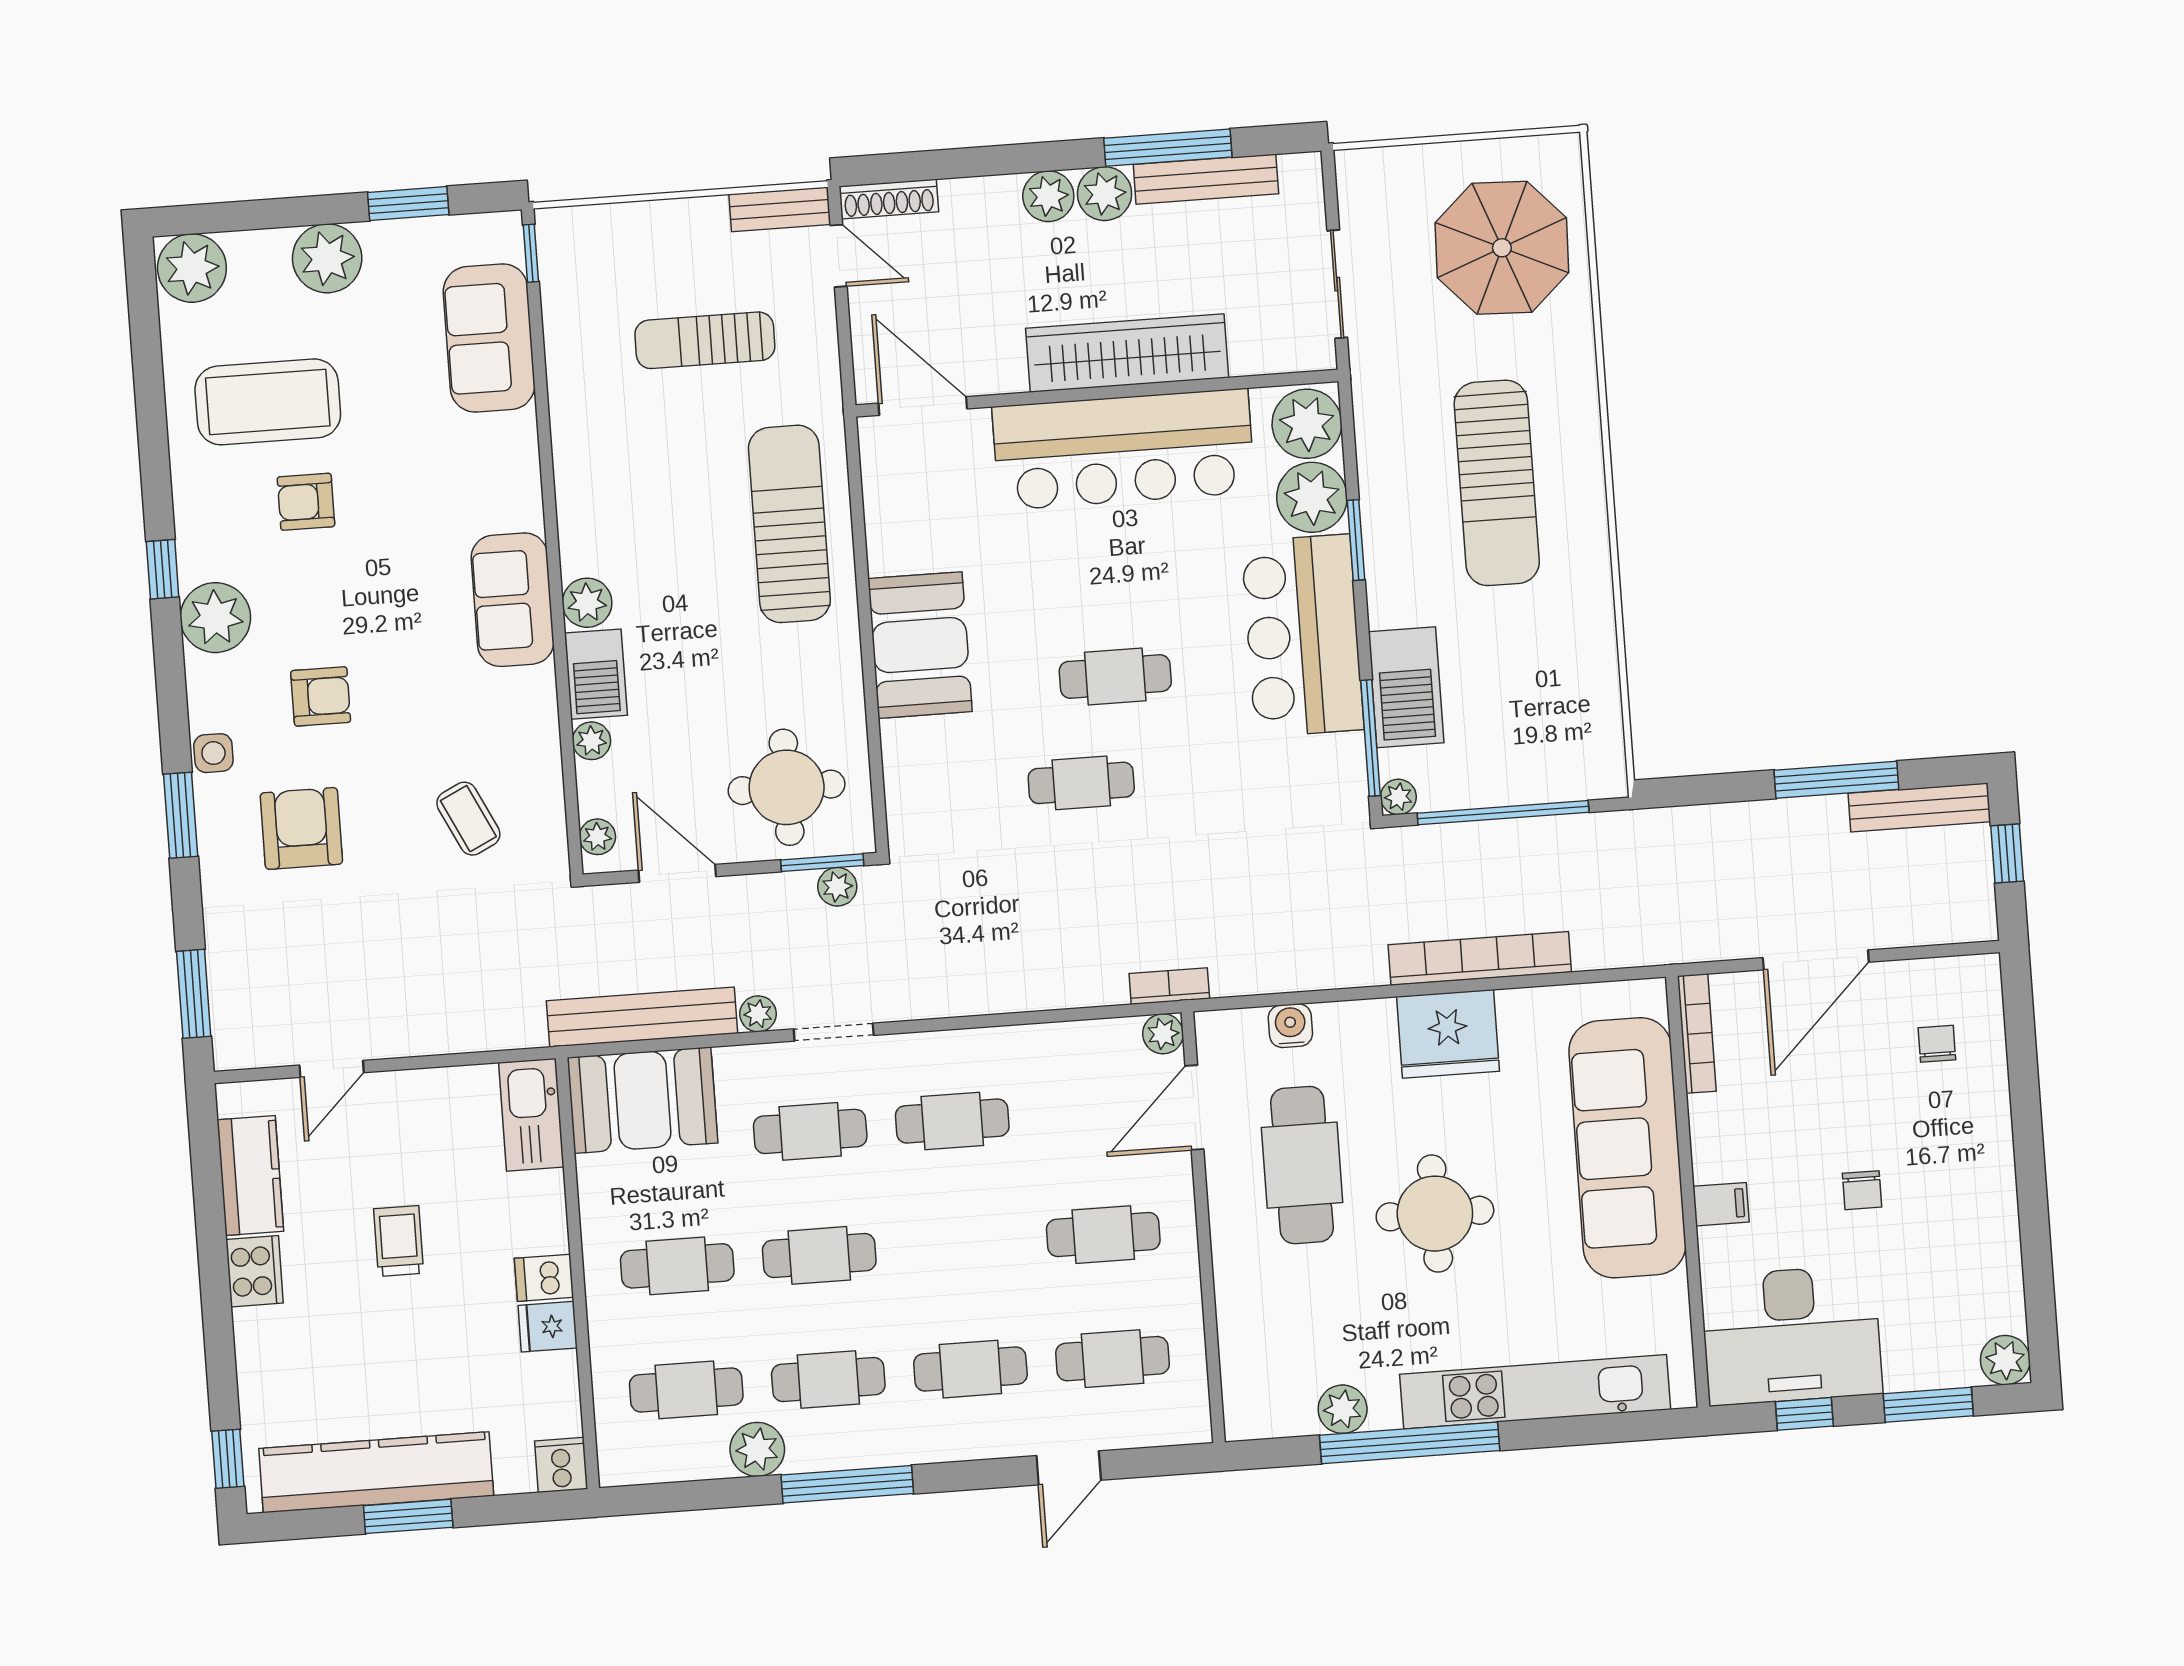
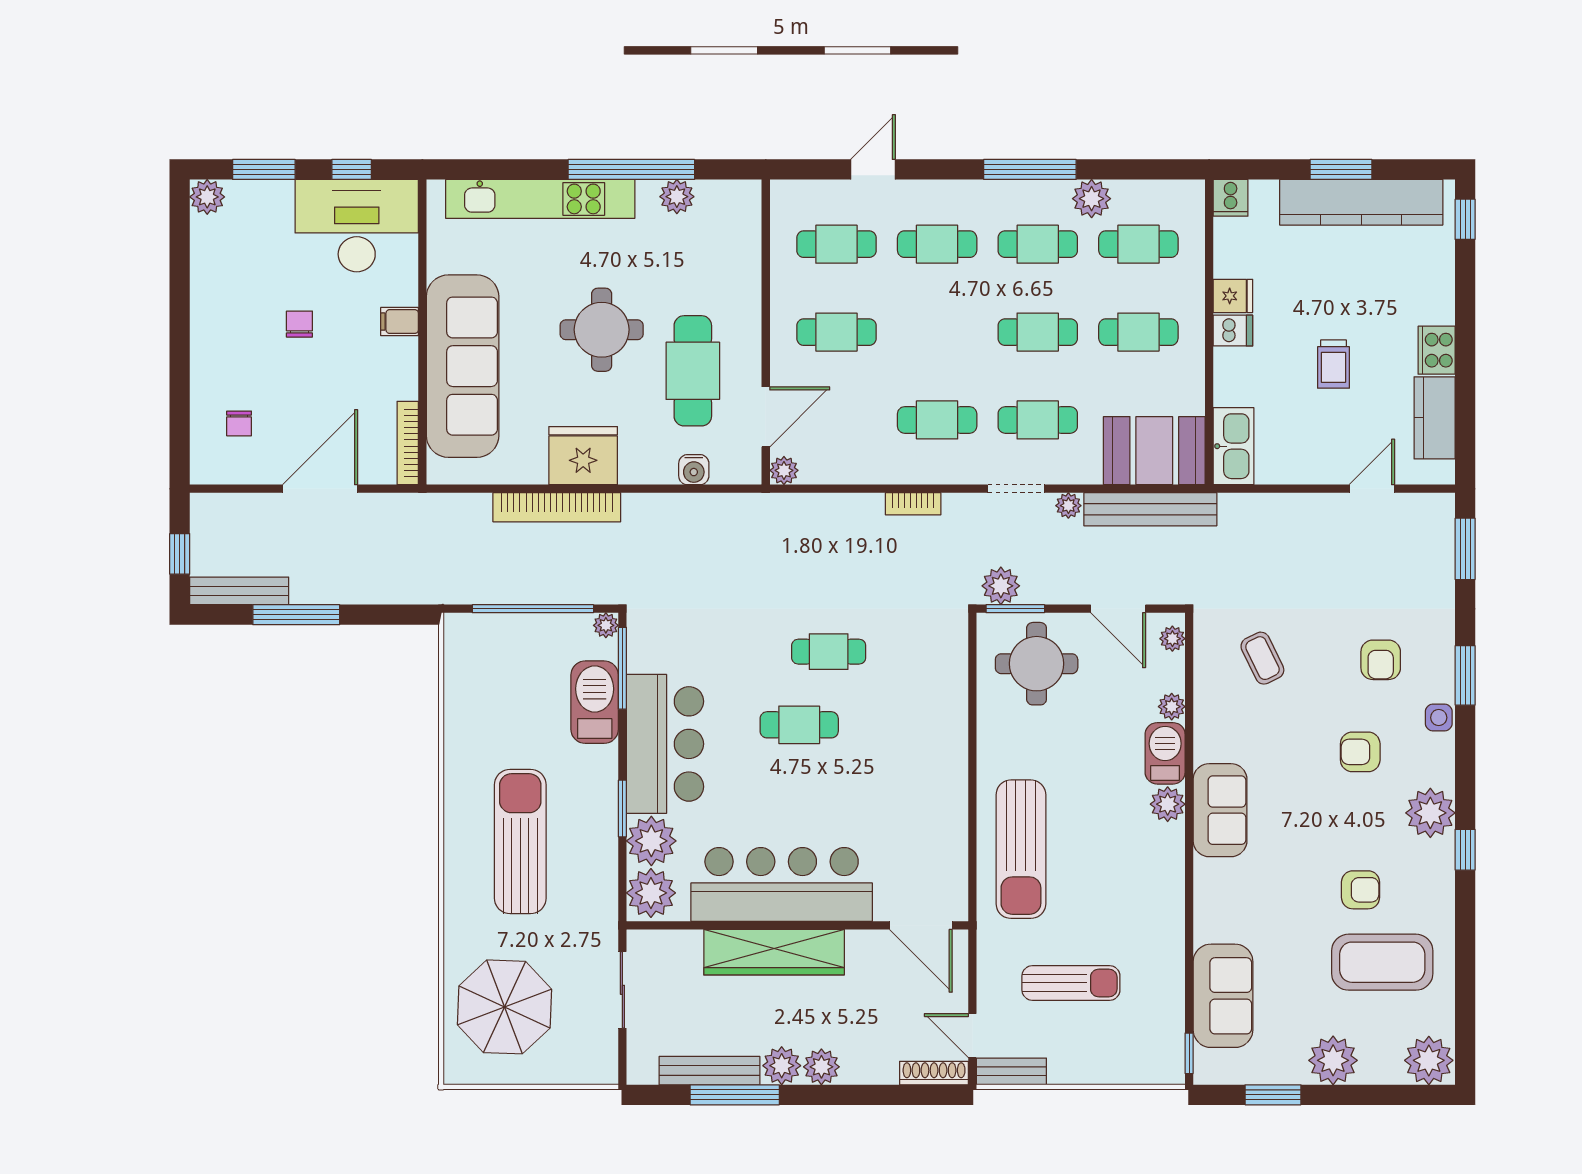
booth: (920, 645) -> (935, 757), removed
armchair: (301, 828) -> (1381, 660), width x0.72, depth x0.72
plant: (837, 887) -> (1001, 586), width x1.38, depth x1.38
bookcase: (1169, 986) -> (913, 504), moved

